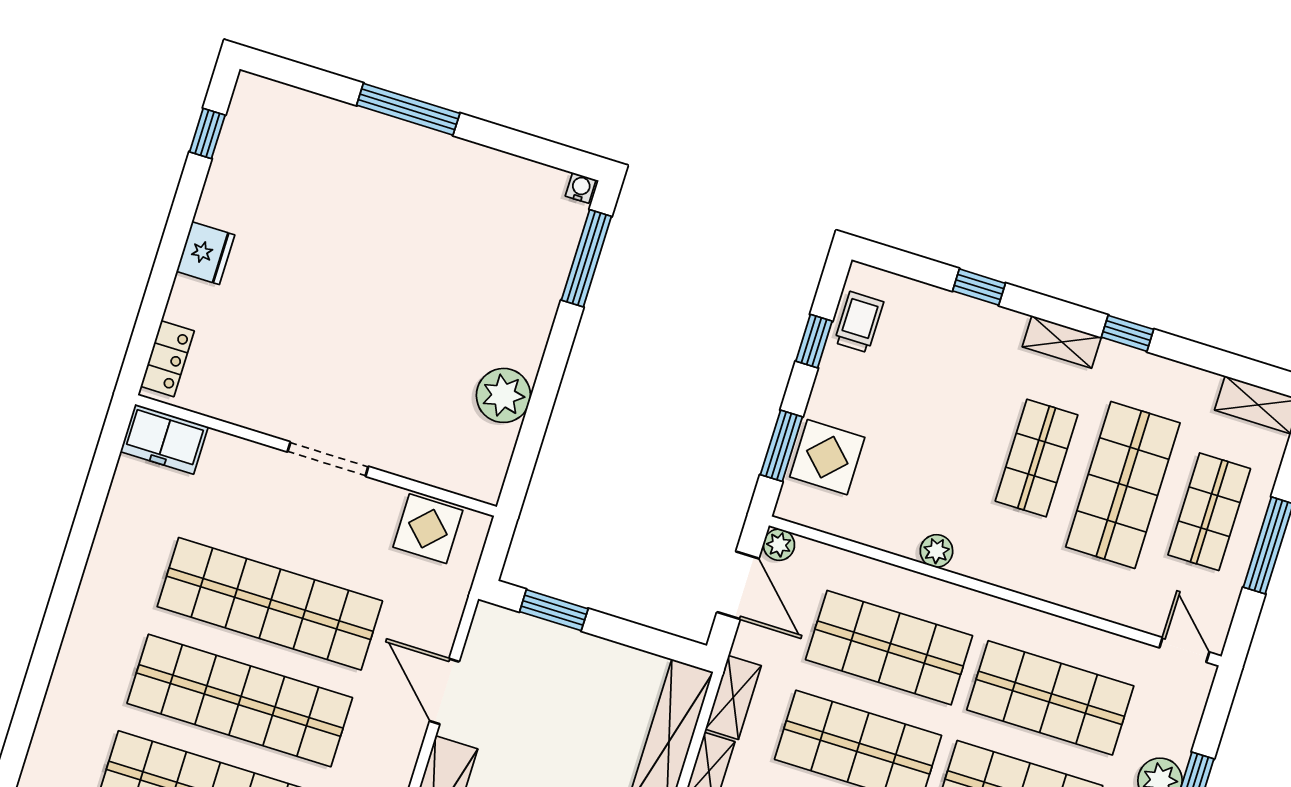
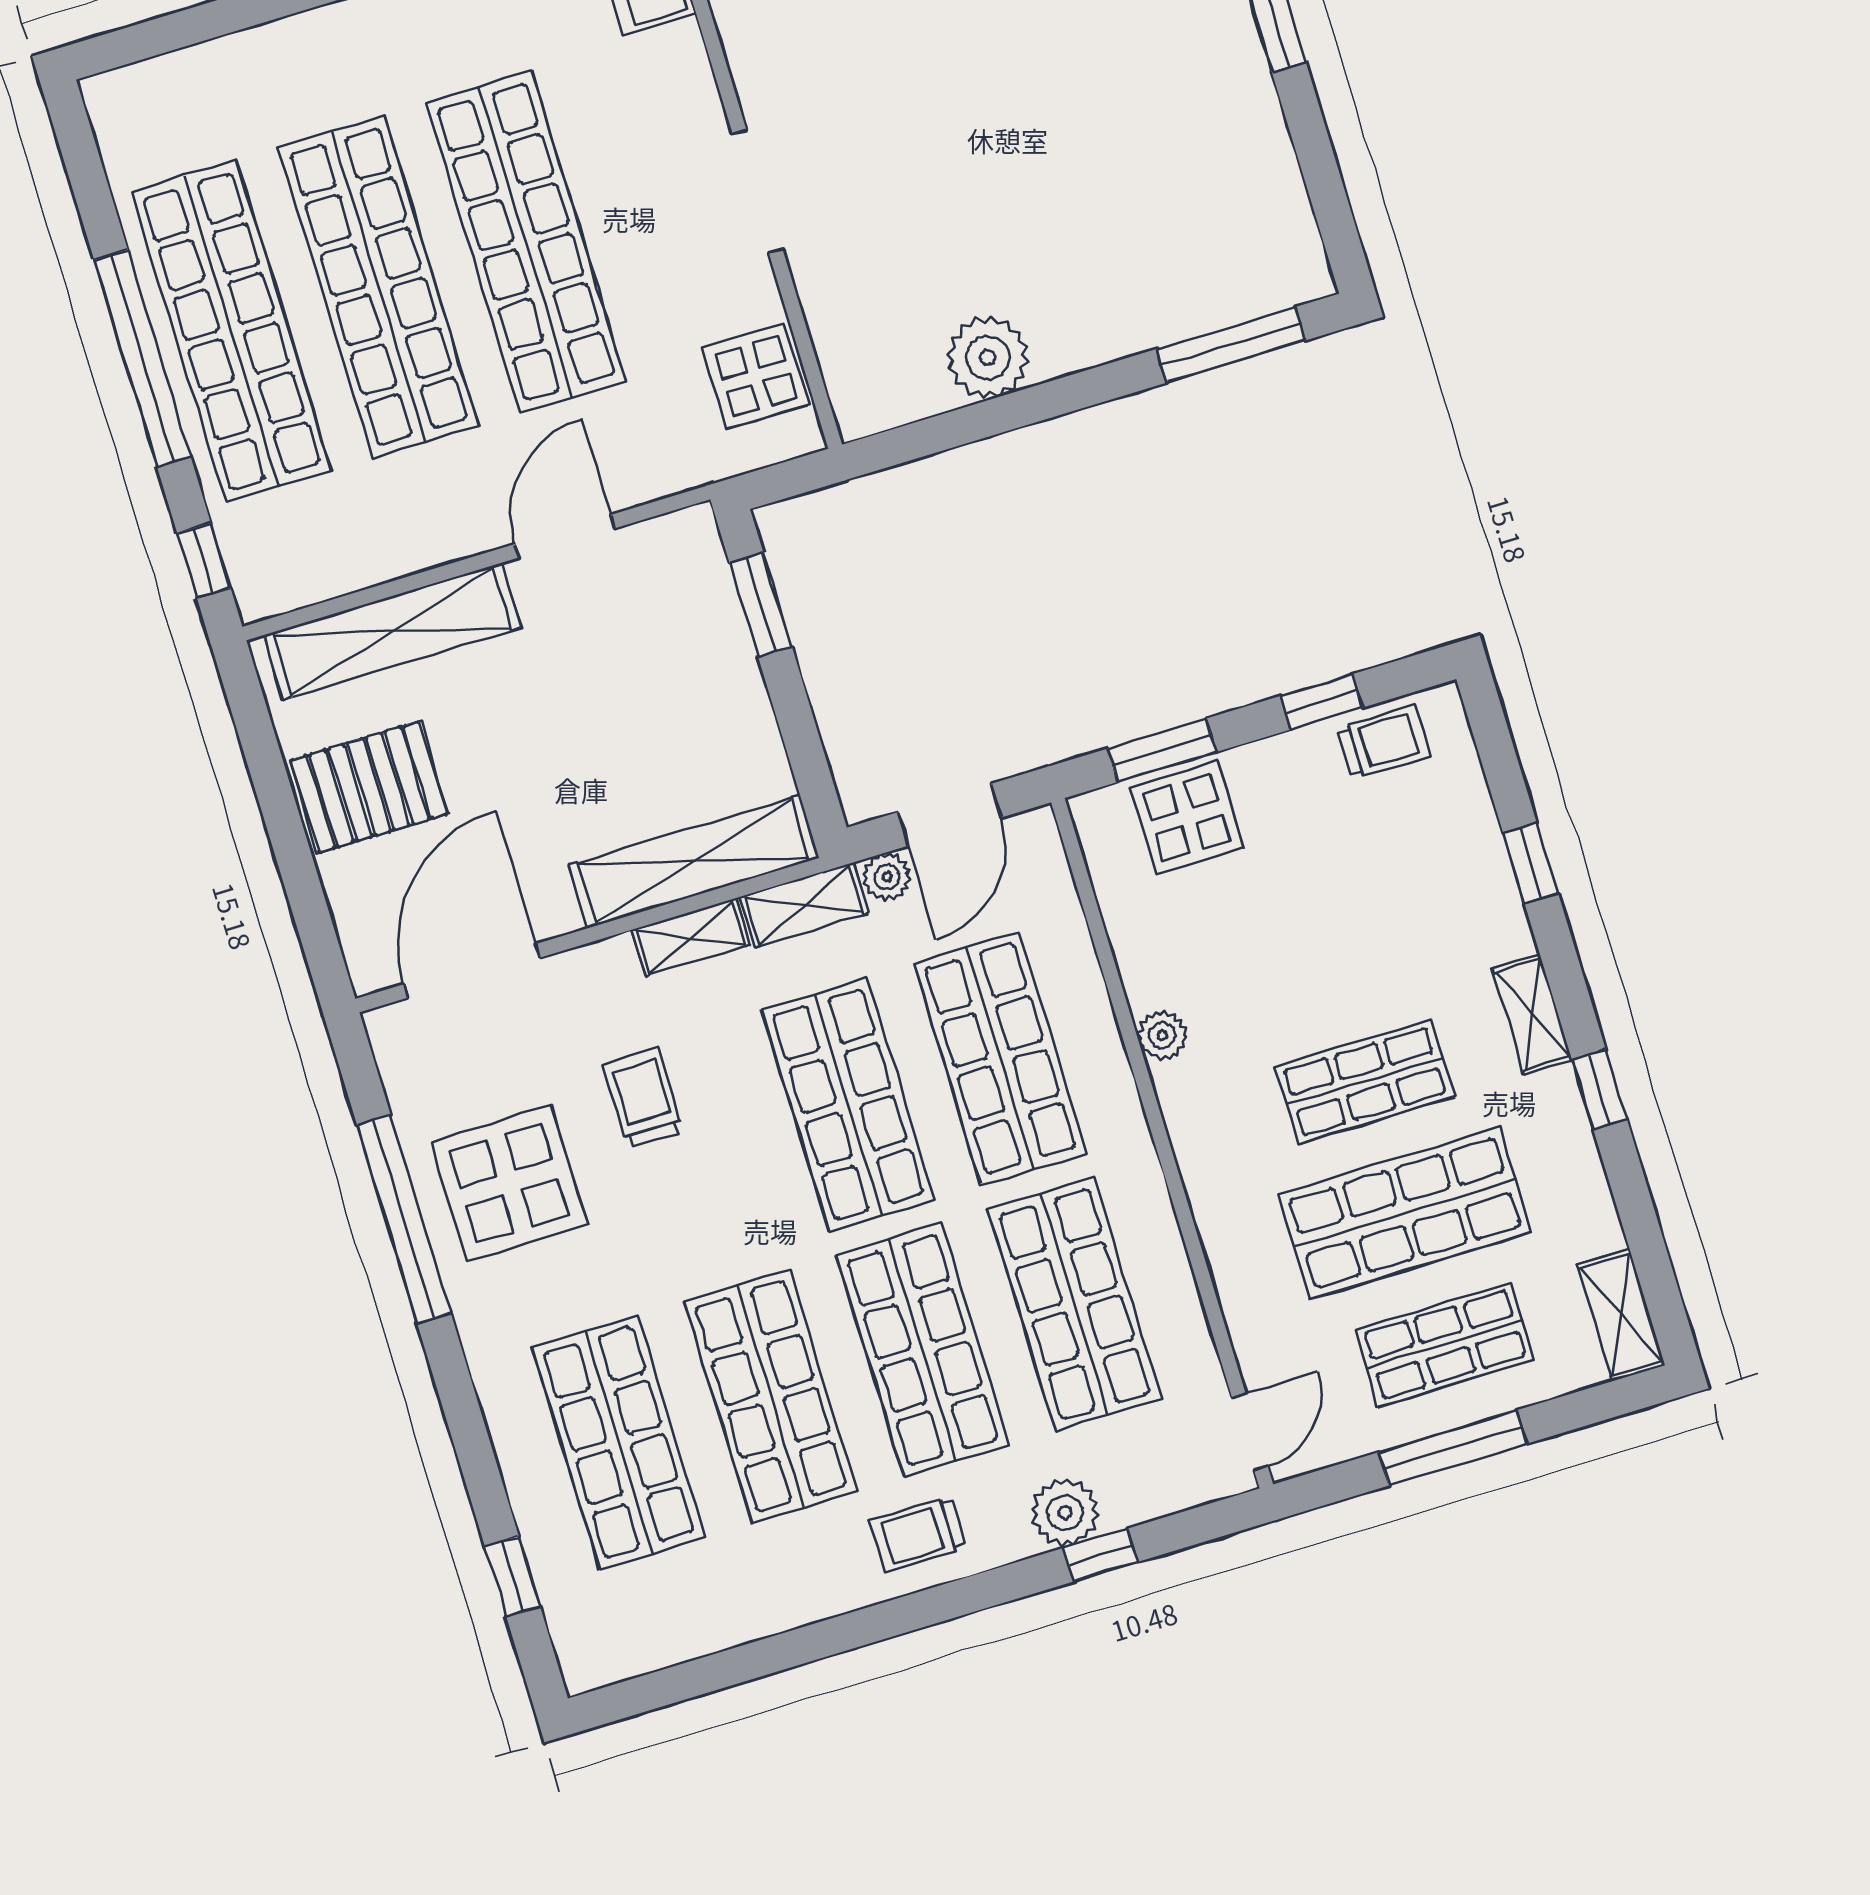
water cooler: (581, 188) -> (1315, 277), removed
plant: (779, 545) -> (887, 877), moved

